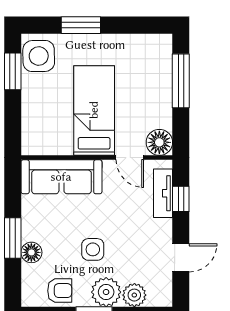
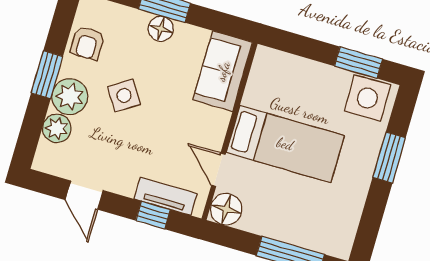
door: (130, 158) -> (218, 170), hinge flipped
sofa: (61, 177) -> (223, 71), width x0.73
side table: (93, 249) -> (124, 95), turned -33
floor lamp: (31, 252) -> (161, 29), moved

